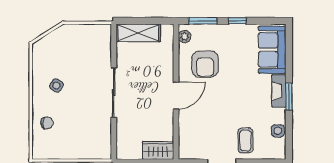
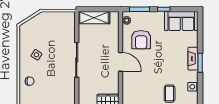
sofa: (272, 50) -> (181, 21), moved, turned -90
door: (176, 95) -> (121, 62), hinge flipped

